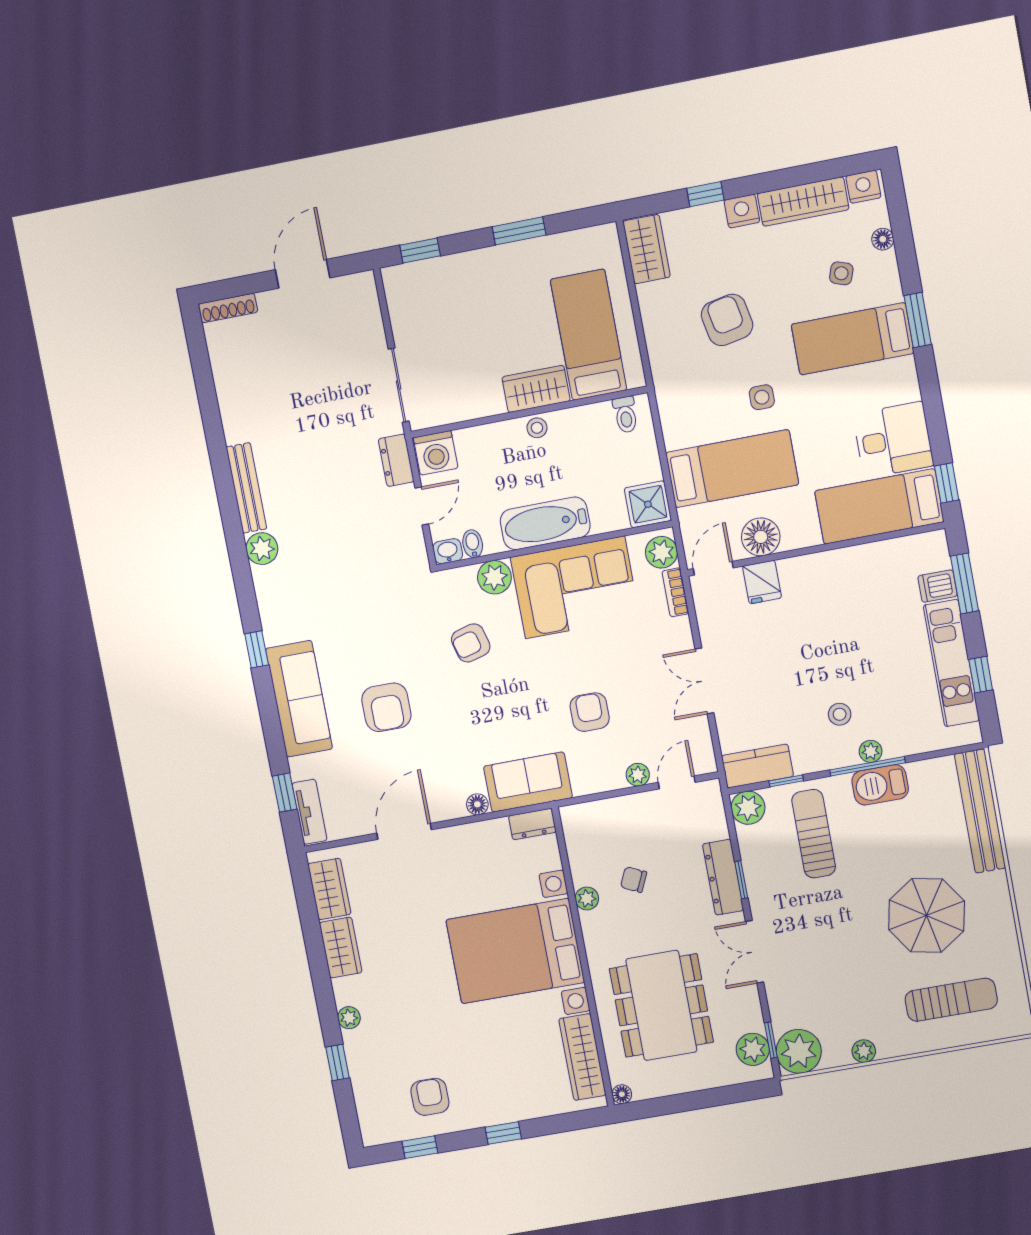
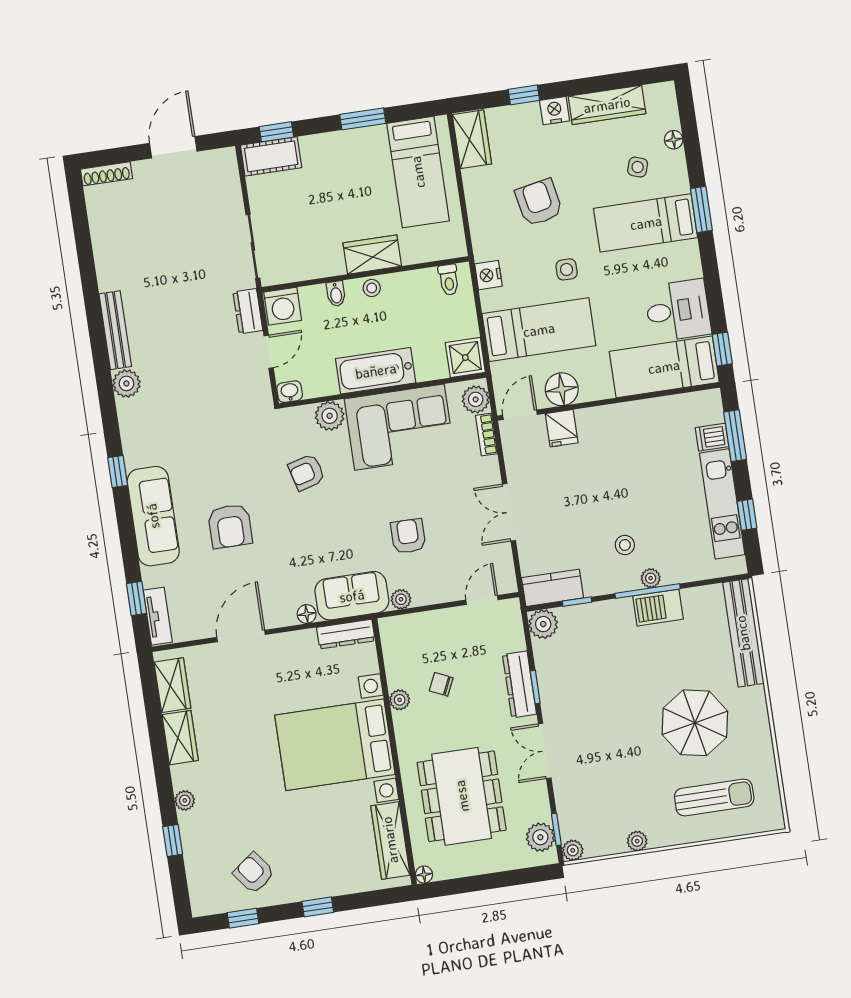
nightstand: (863, 187) -> (488, 275), moved, turned -90
cot: (415, 279) -> (271, 156), added
bed: (589, 335) -> (418, 172), moved, turned 180
bidet: (473, 544) -> (336, 294), moved, turned 180
plant: (638, 775) -> (401, 599), moved
dresser: (532, 824) -> (346, 634), width x1.44
sun lounger: (814, 834) -> (599, 648), removed
plant: (799, 1051) -> (573, 850), width x0.53, depth x0.53
armchair: (430, 1097) -> (254, 873), turned -37

